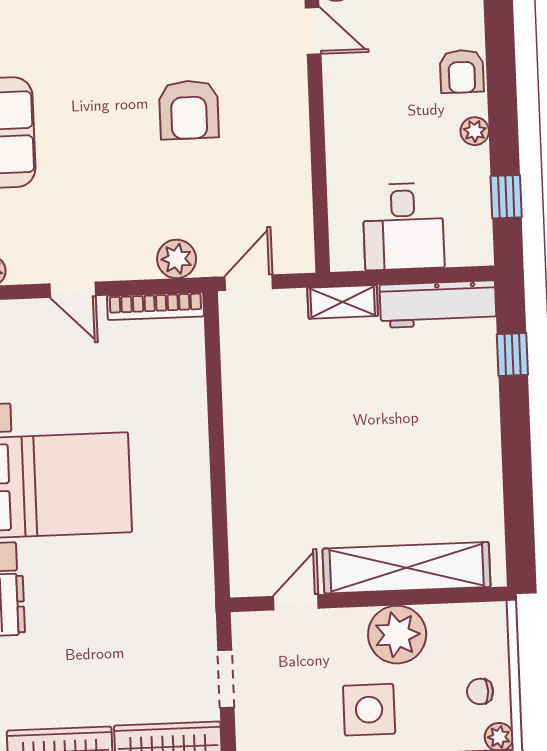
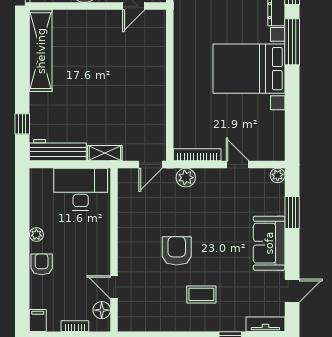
coffee table: (135, 23) -> (201, 294), added
window: (506, 197) -> (22, 202), removed
desk: (403, 226) -> (81, 189), width x1.37
shelving: (407, 568) -> (41, 51), moved, turned 90

